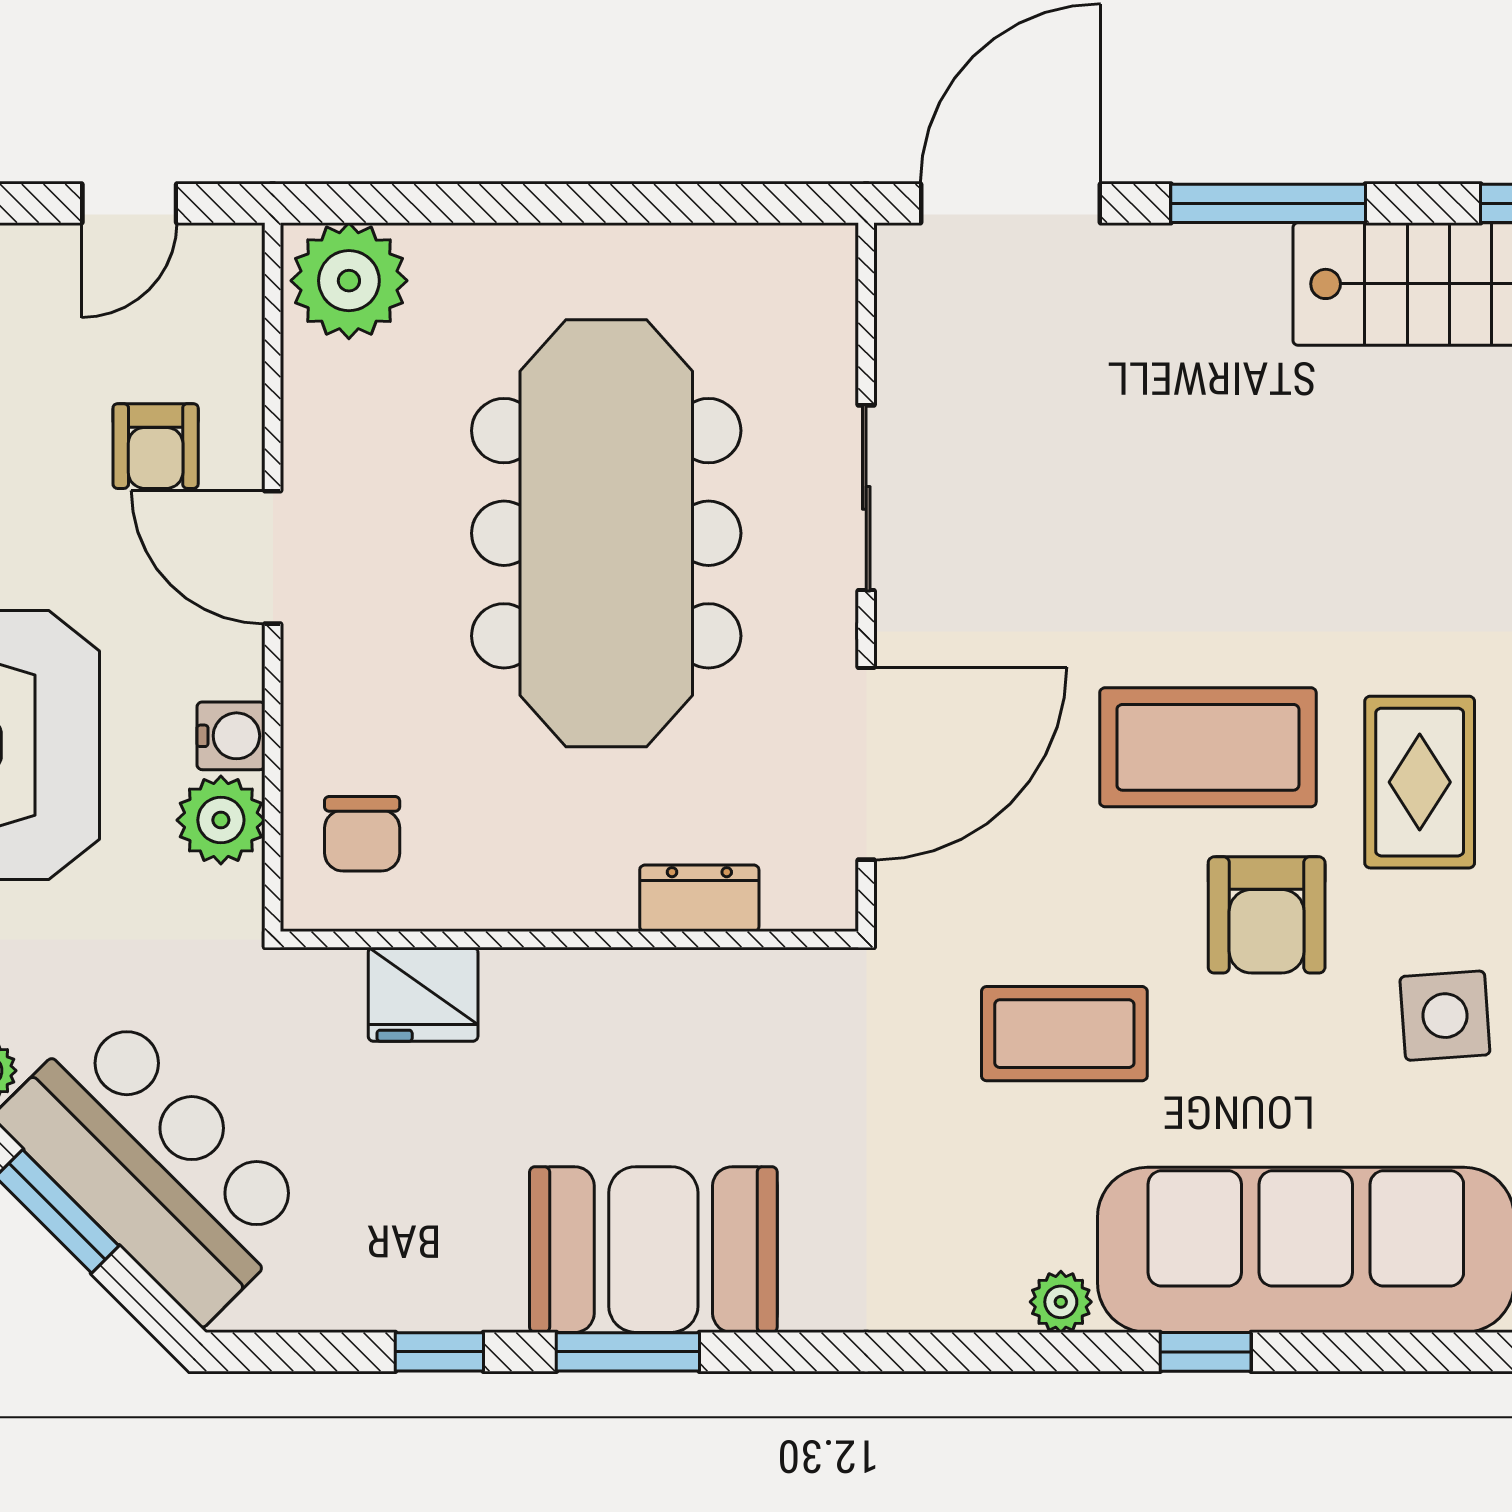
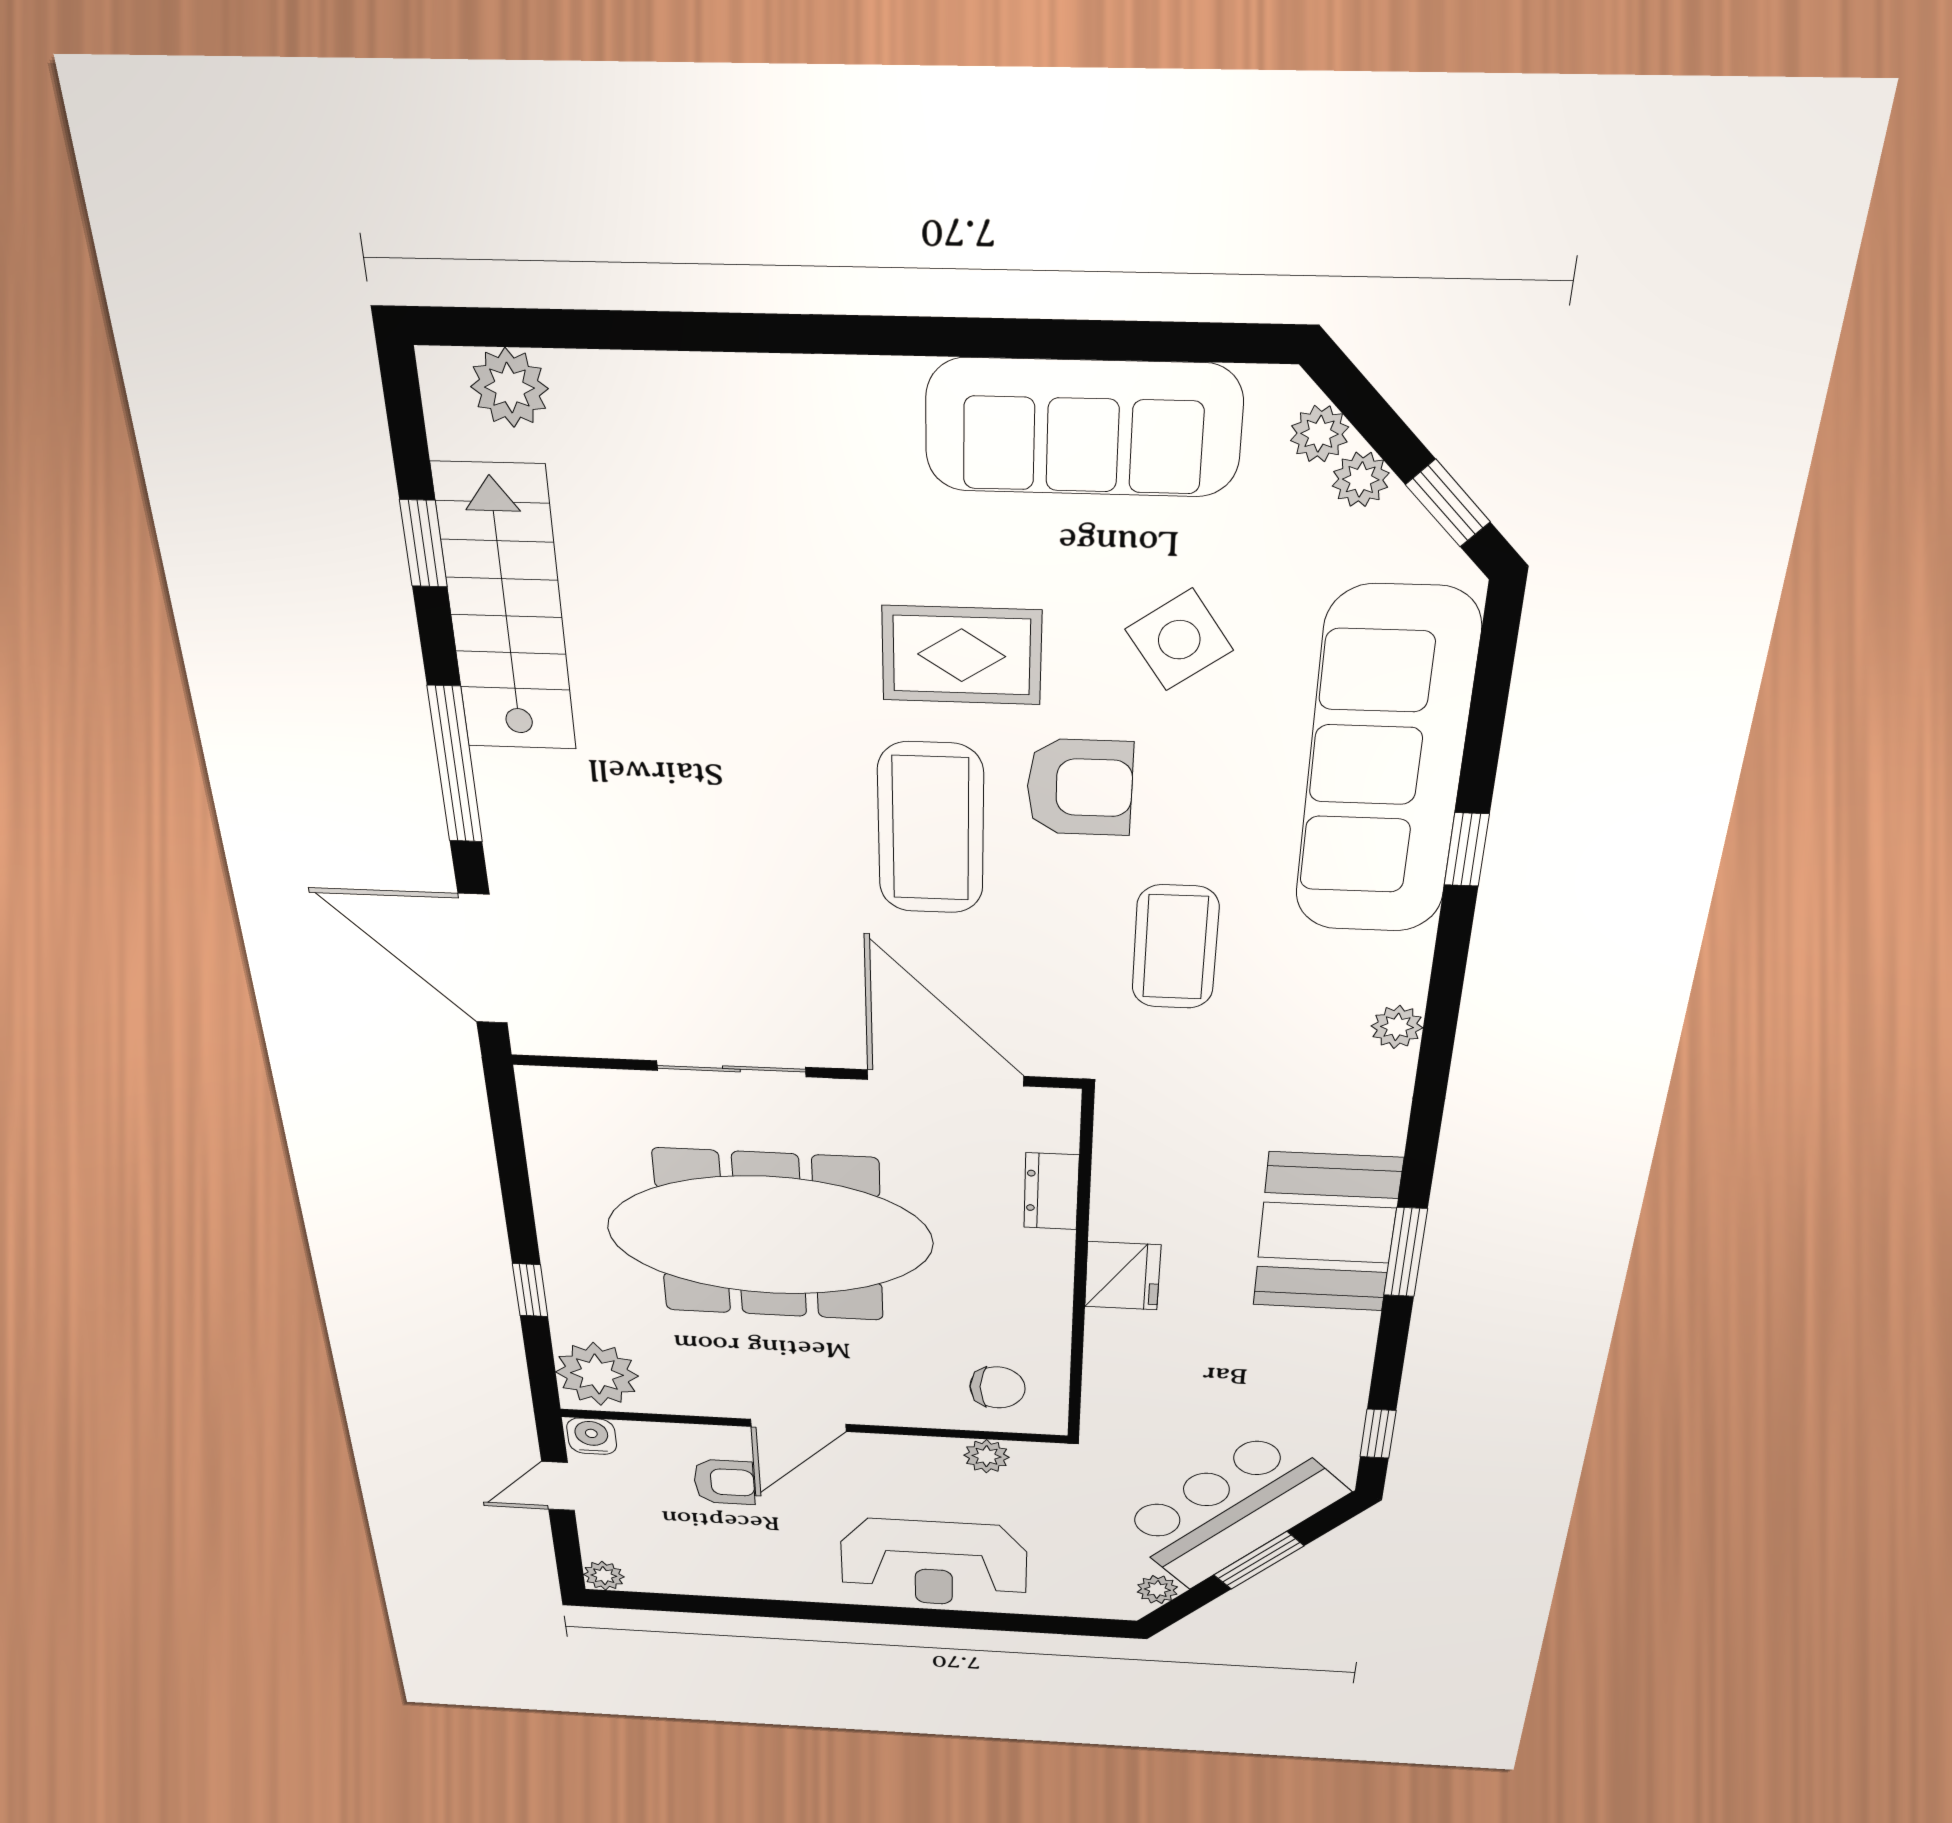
door: (129, 203) -> (558, 1486), swing flipped
window: (494, 203) -> (530, 1290), added
water cooler: (231, 736) -> (592, 1436), moved
plant: (221, 820) -> (987, 1456), width x0.73, depth x0.73
fridge: (423, 994) -> (1122, 1276), moved
side table: (1445, 1016) -> (1179, 640), turned -31
plant: (1061, 1302) -> (1397, 1027), moved
window: (439, 1352) -> (1378, 1434), moved

